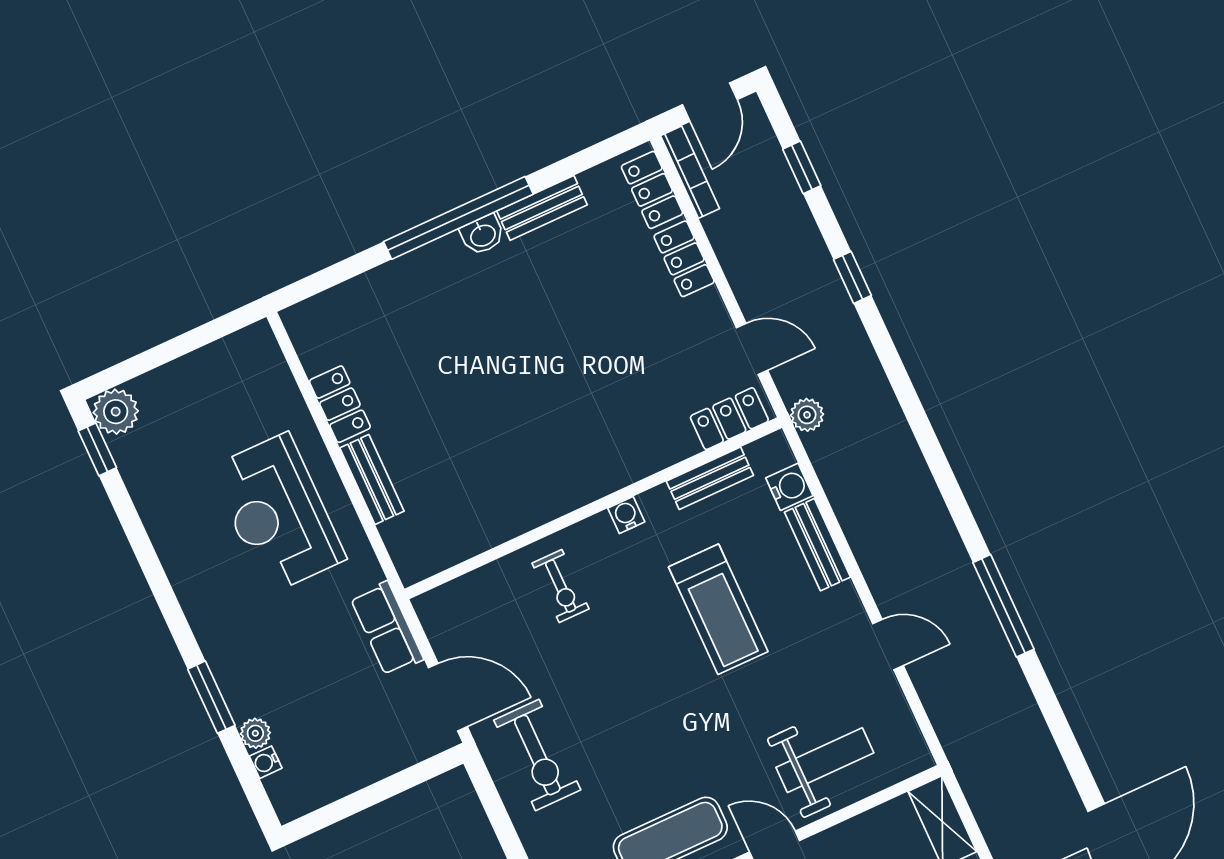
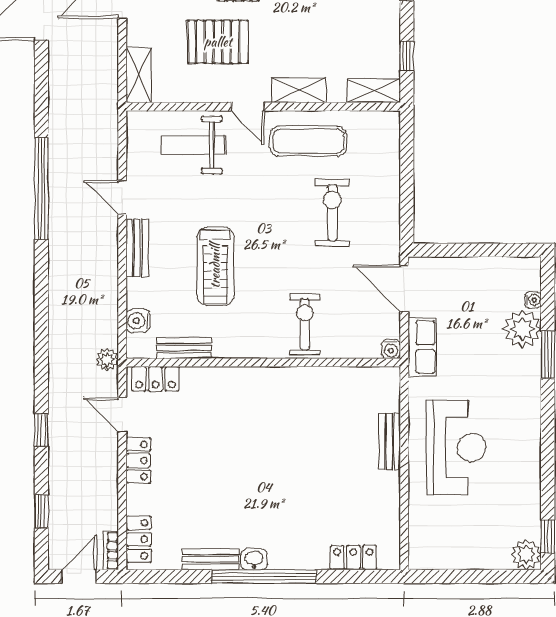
bookcase: (690, 172) -> (111, 550), width x0.64
locker: (684, 259) -> (138, 460), moved
locker: (340, 404) -> (353, 558), moved, turned 90
water cooler: (626, 515) -> (391, 349), moved
bench: (817, 545) -> (137, 248), moved
exercise bike: (561, 586) -> (305, 324), width x1.38, depth x1.39
window: (1003, 606) -> (41, 189), width x1.46
treadmill: (718, 609) -> (215, 266), turned 180
plant: (255, 733) -> (522, 329), width x1.88, depth x1.88
exercise bike: (537, 755) -> (332, 213), moved

